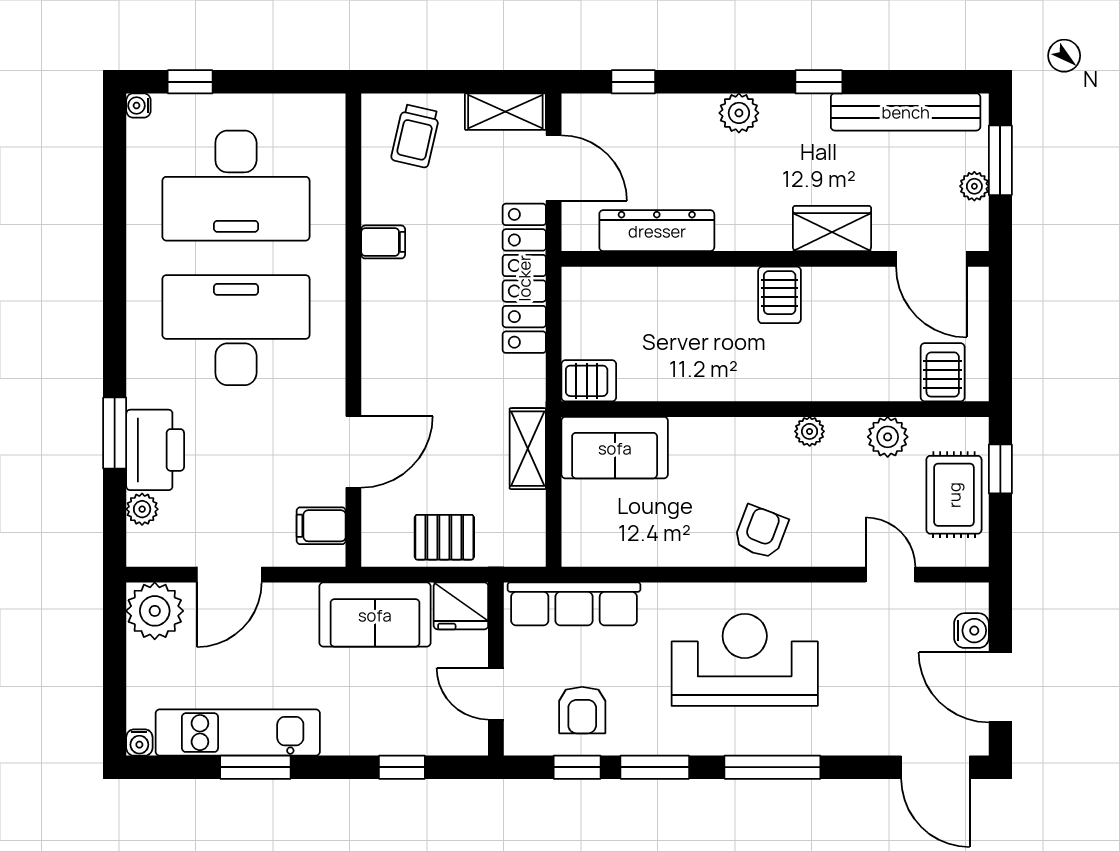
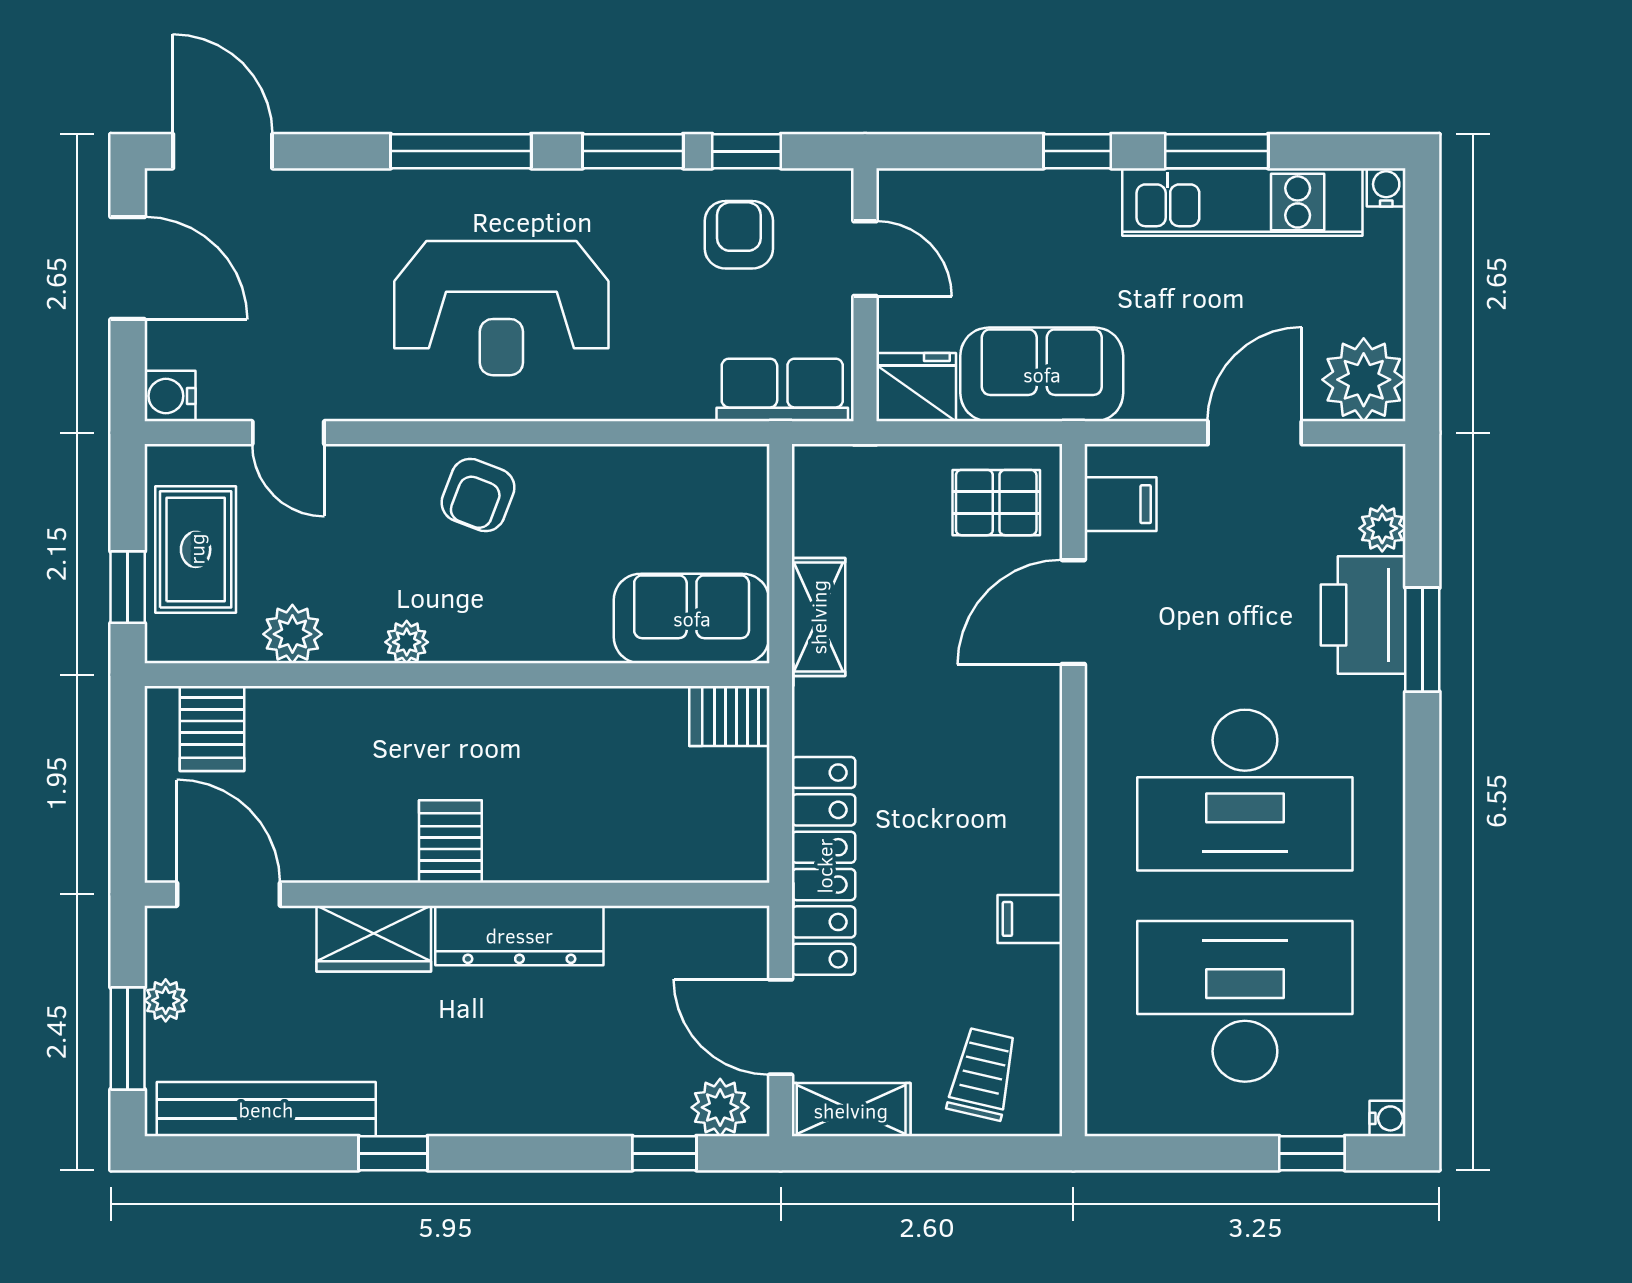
plant: (739, 113) -> (720, 1107), moved
dresser: (657, 231) -> (519, 935), moved
pallet: (444, 537) -> (996, 503), moved
row of seats: (574, 604) -> (782, 390), width x0.68
water cooler: (971, 631) -> (170, 396), moved
window: (402, 767) -> (1077, 151), moved

